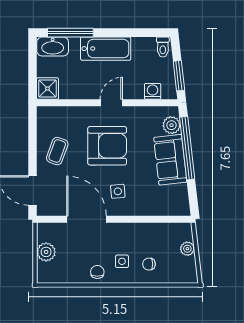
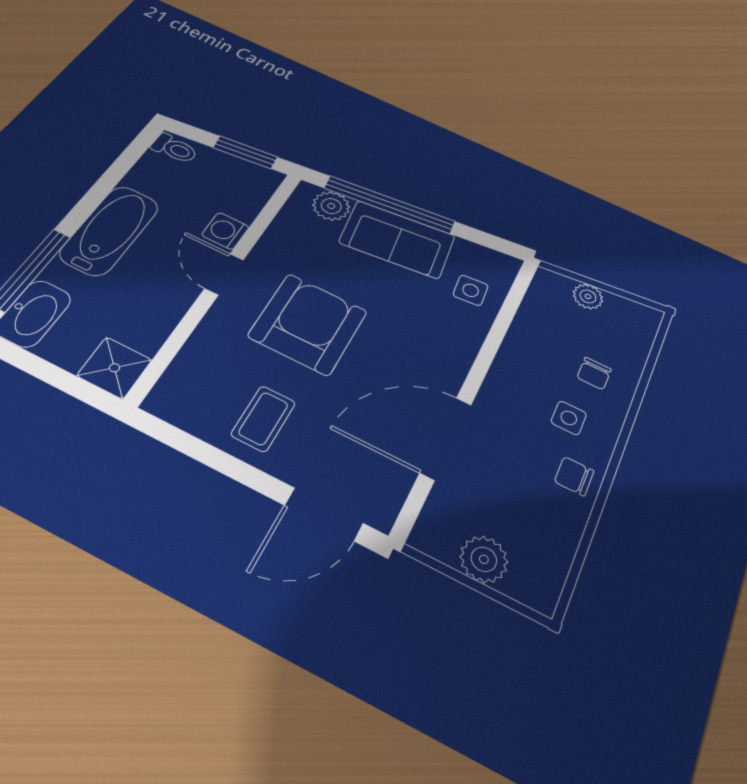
washing machine: (153, 91) -> (225, 231), moved
coffee table: (57, 151) -> (263, 419), turned 70
side table: (118, 191) -> (471, 290), moved

